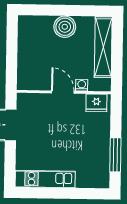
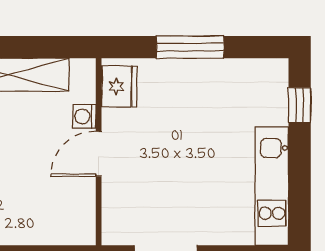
window: (115, 155) -> (190, 47), moved
window: (86, 194) -> (300, 105), added

